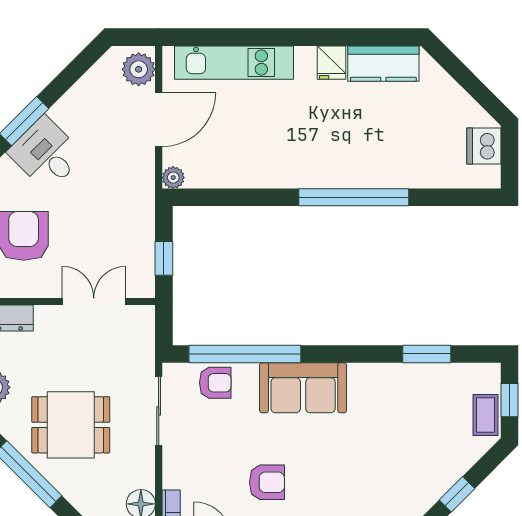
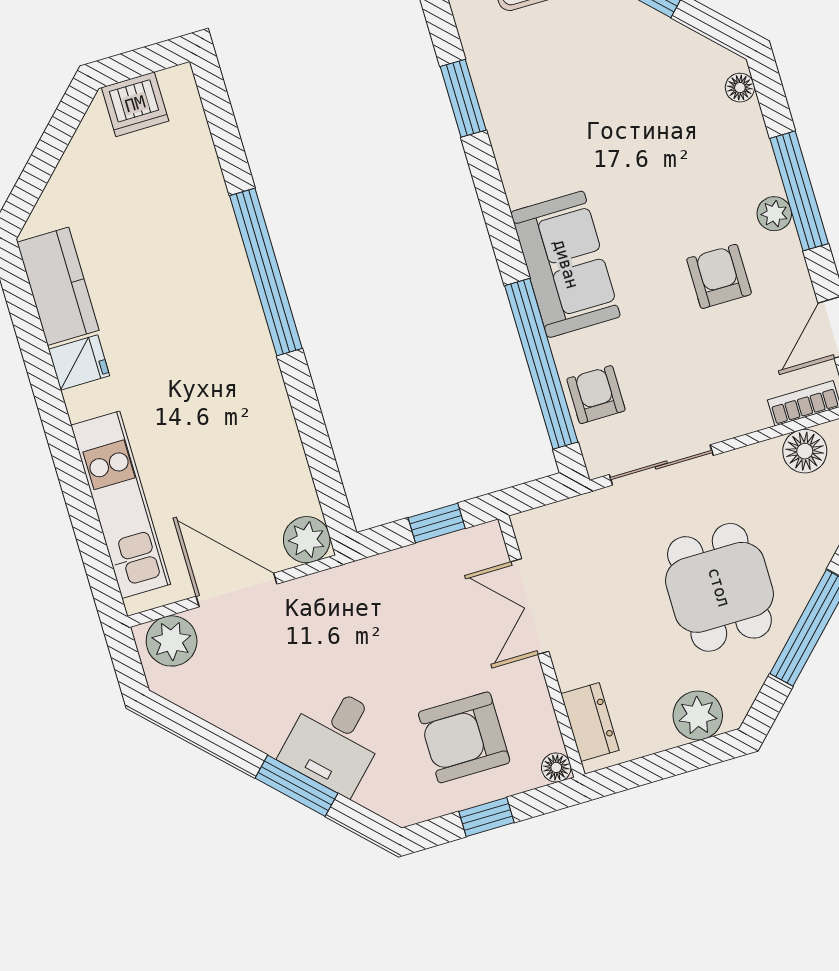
plant: (173, 178) -> (307, 540), width x1.38, depth x1.38

